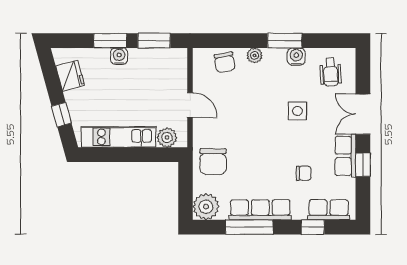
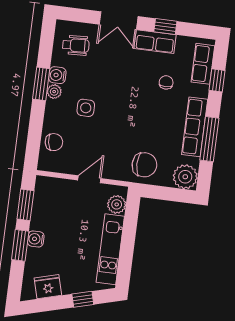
plant: (254, 55) -> (54, 92), moved
side table: (297, 111) -> (86, 108), moved

